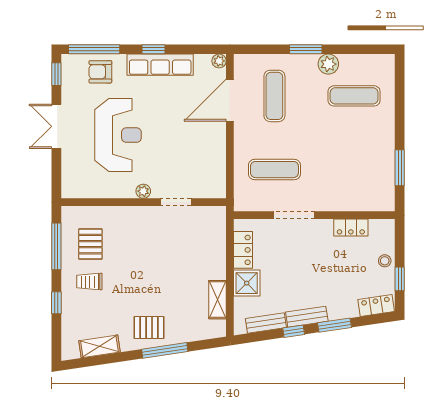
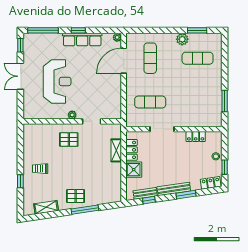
window: (306, 49) -> (197, 30), moved
armchair: (100, 72) -> (47, 44), removed
pallet: (90, 244) -> (69, 140), moved, turned 90
window: (56, 246) -> (20, 148), removed
shelving: (217, 300) -> (116, 150), moved
bench: (307, 317) -> (174, 189), width x1.36
window: (294, 331) -> (149, 200), moved

